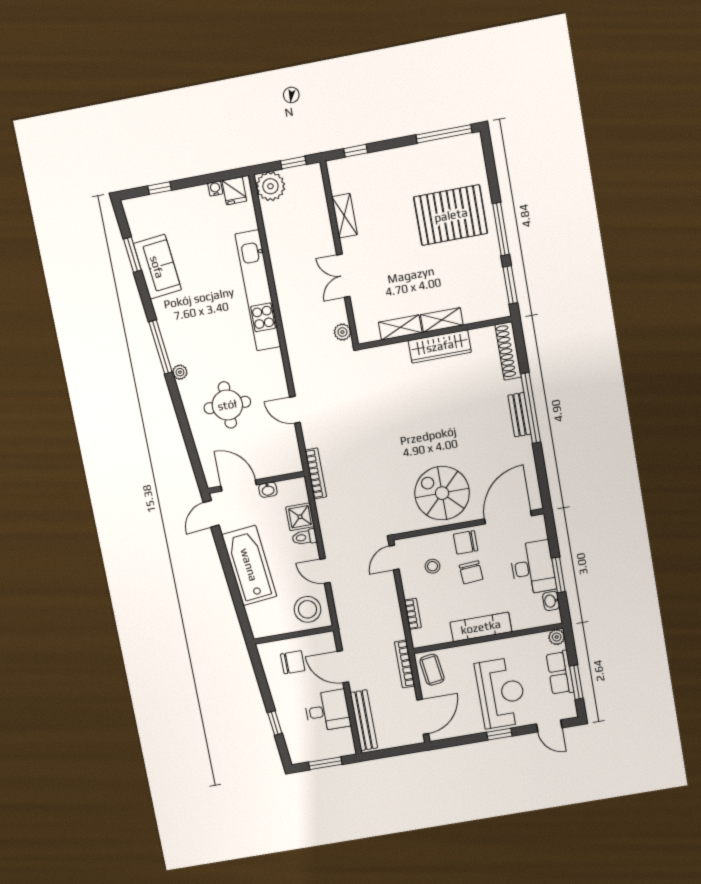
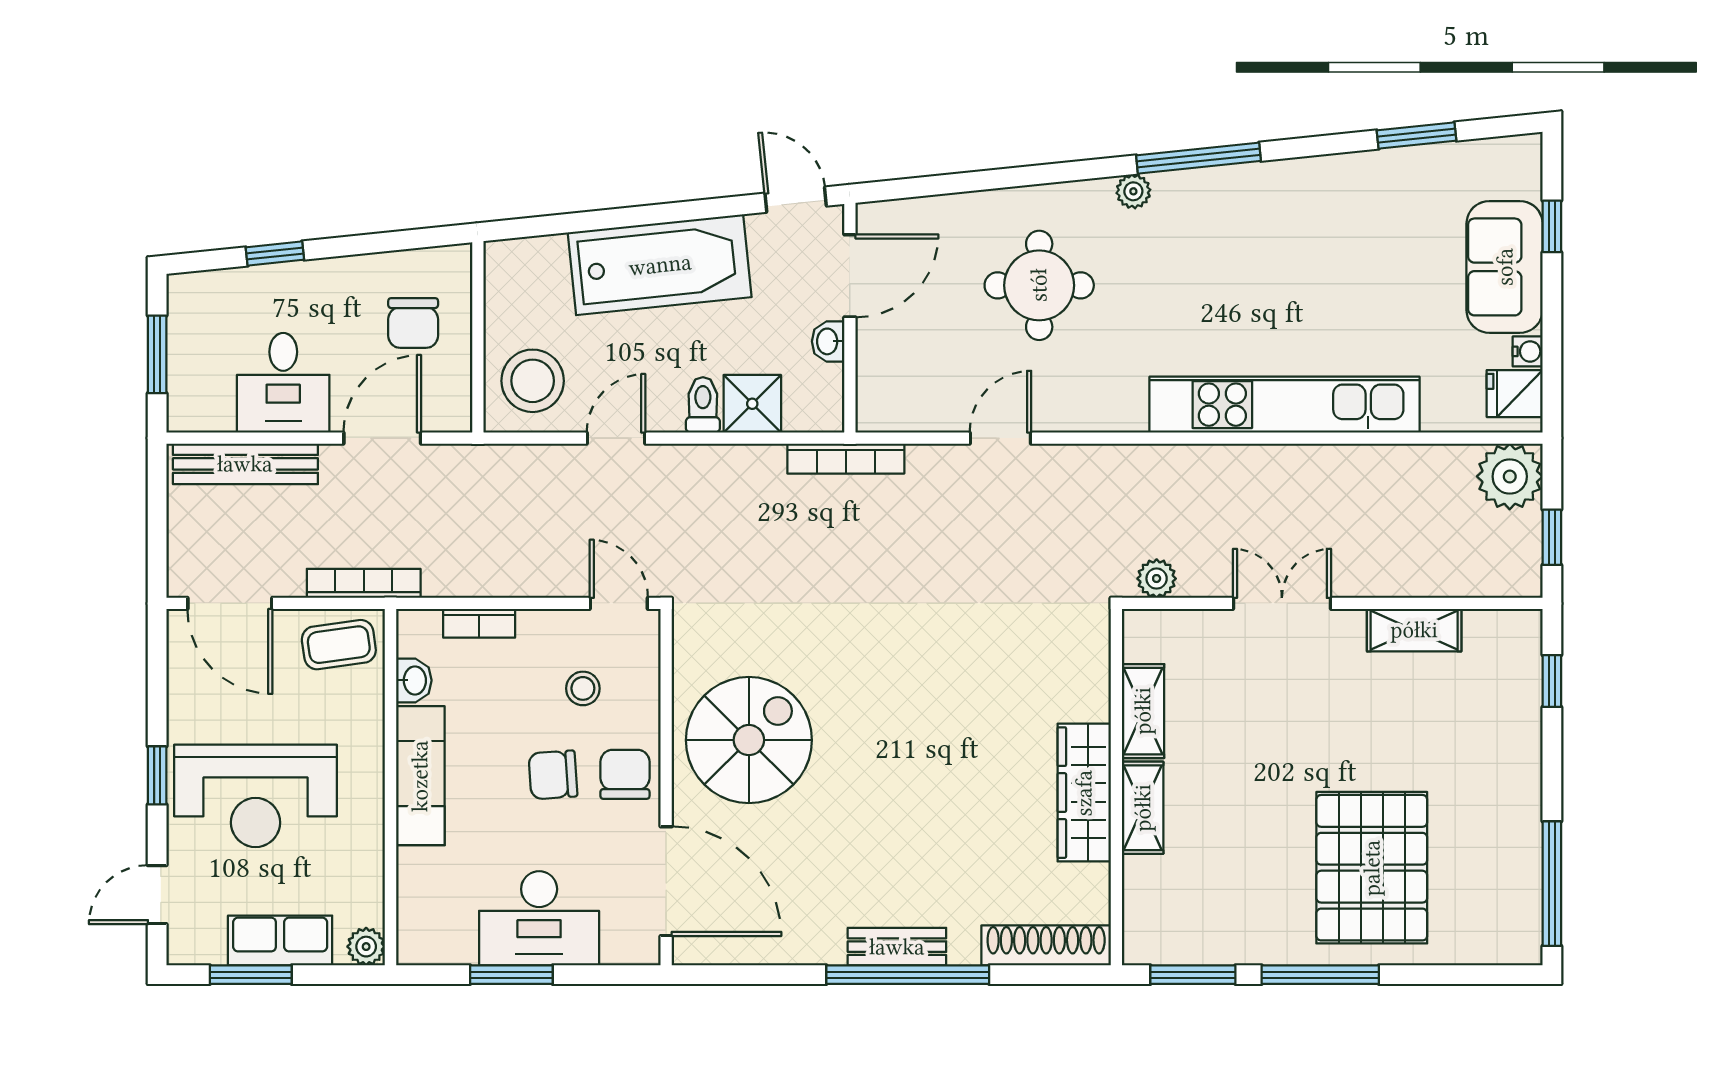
sofa: (157, 267) -> (1505, 267), moved, turned 96
washbasin: (551, 601) -> (414, 680), moved, turned 90

